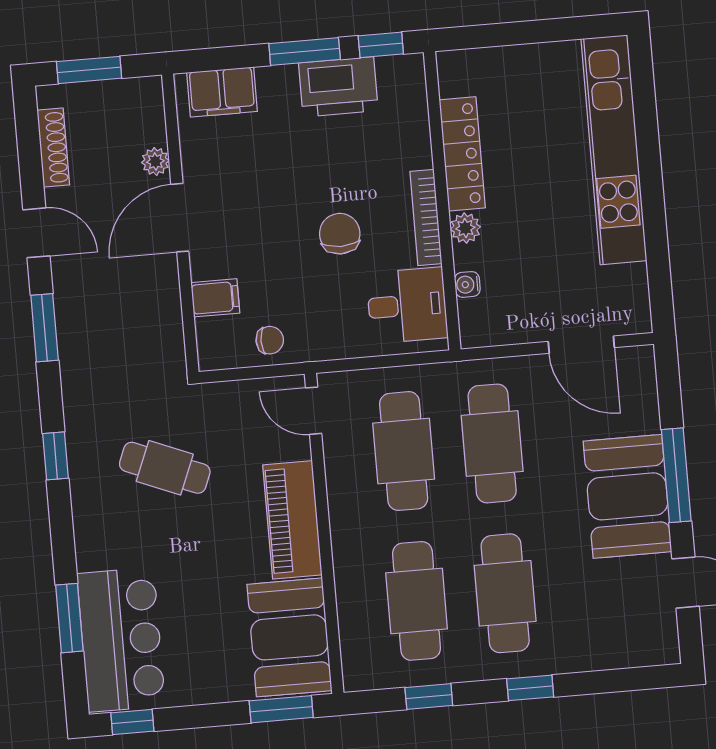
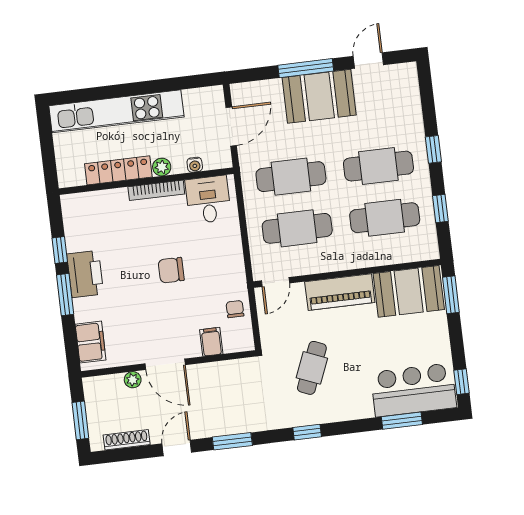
locker: (462, 154) -> (118, 170), moved
wall: (442, 201) -> (146, 181), moved
bookcase: (426, 218) -> (156, 190), moved
plant: (465, 228) -> (162, 167), moved
water cooler: (467, 284) -> (195, 165), moved
desk: (407, 305) -> (208, 200), moved

